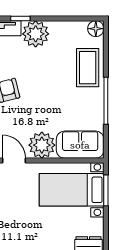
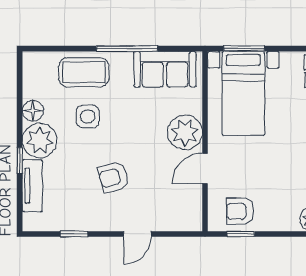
floor lamp: (96, 29) -> (33, 111), moved
side table: (54, 71) -> (88, 116), added
sofa: (80, 145) -> (165, 69), moved, turned -90

